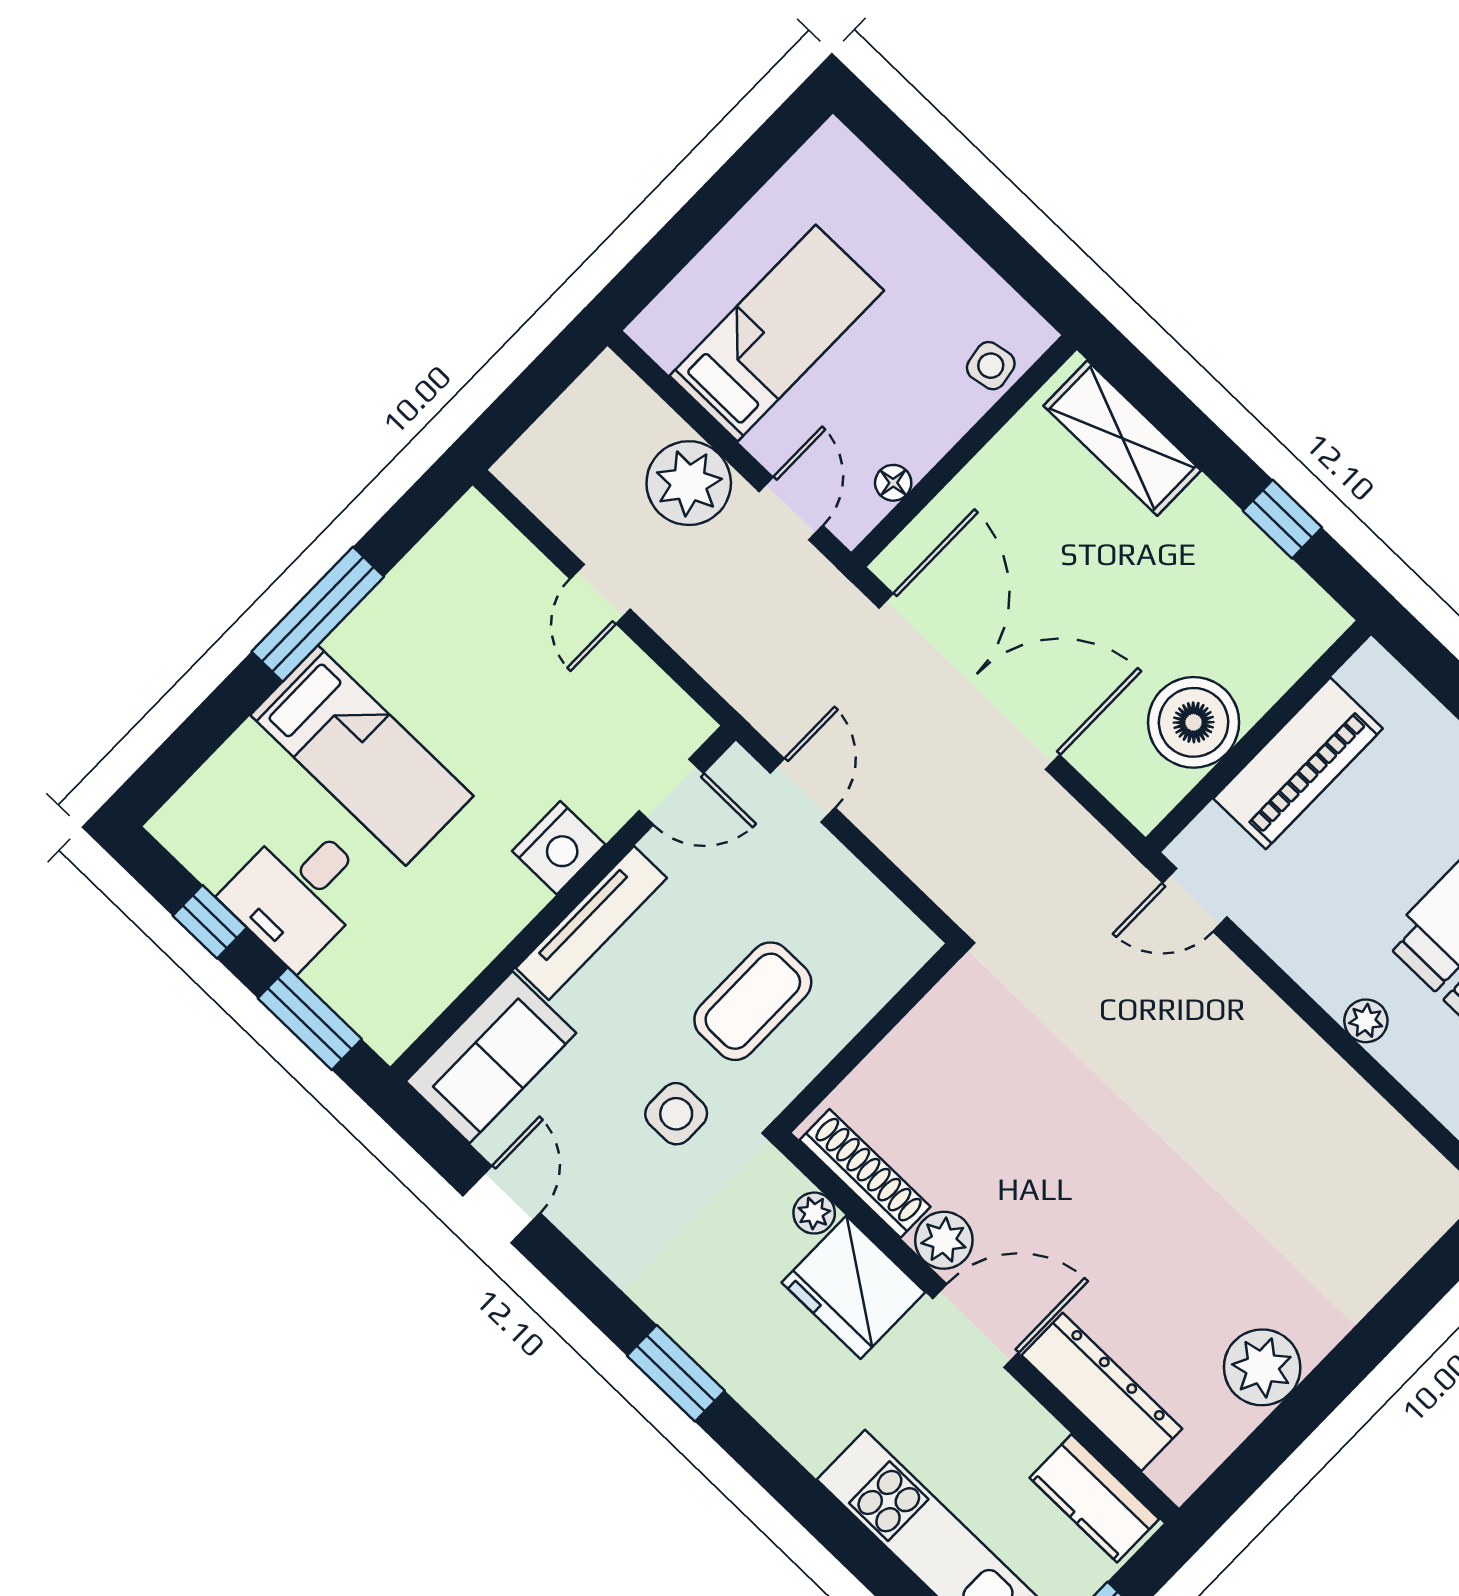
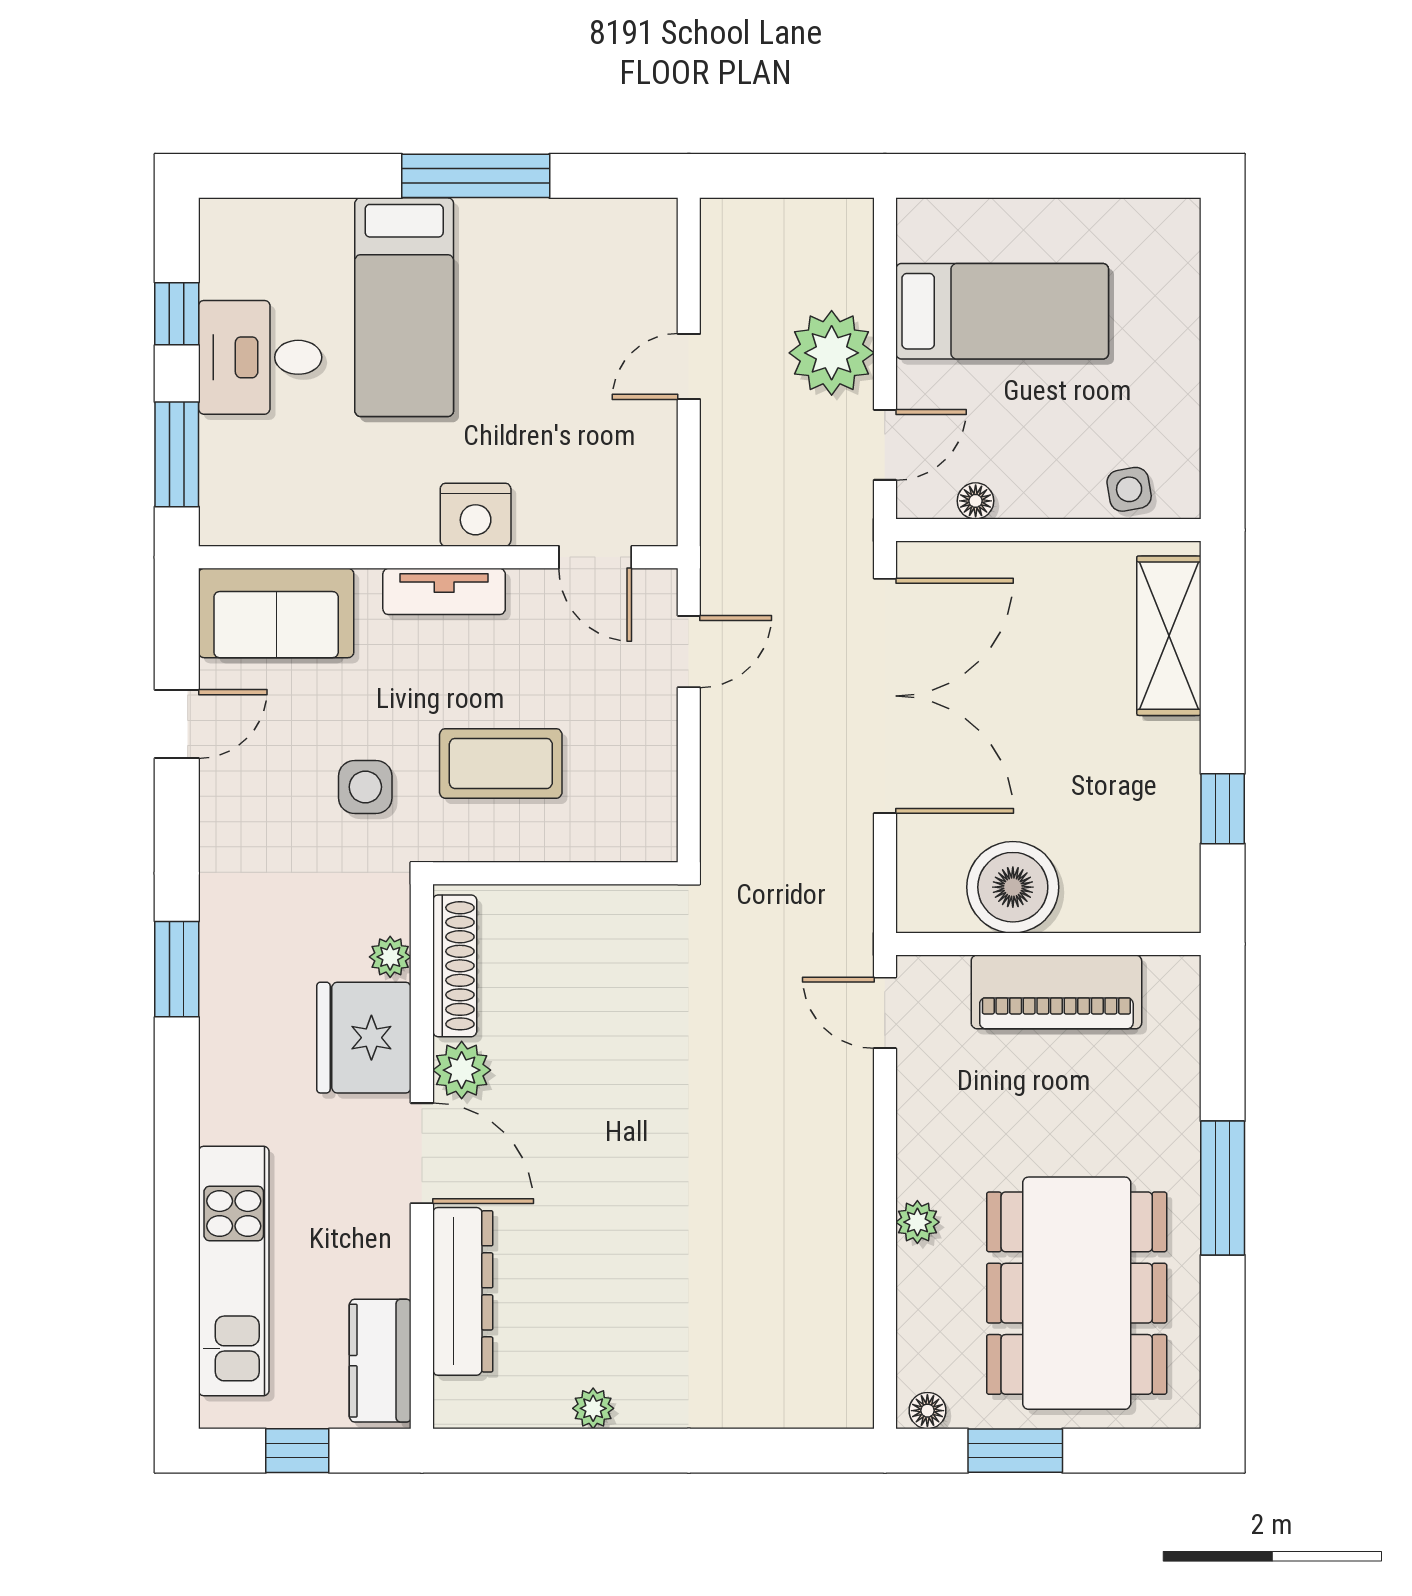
tv unit: (591, 923) -> (444, 591), width x0.71
plant: (1262, 1367) -> (593, 1408), width x0.53, depth x0.53

